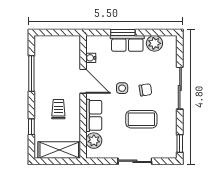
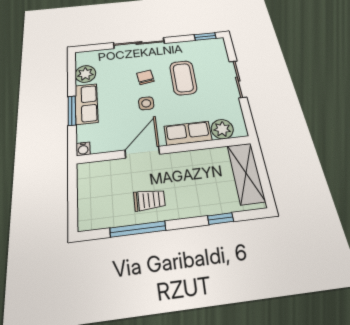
water cooler: (91, 58) -> (83, 149), moved
trolley: (58, 109) -> (149, 200), moved, turned 180

